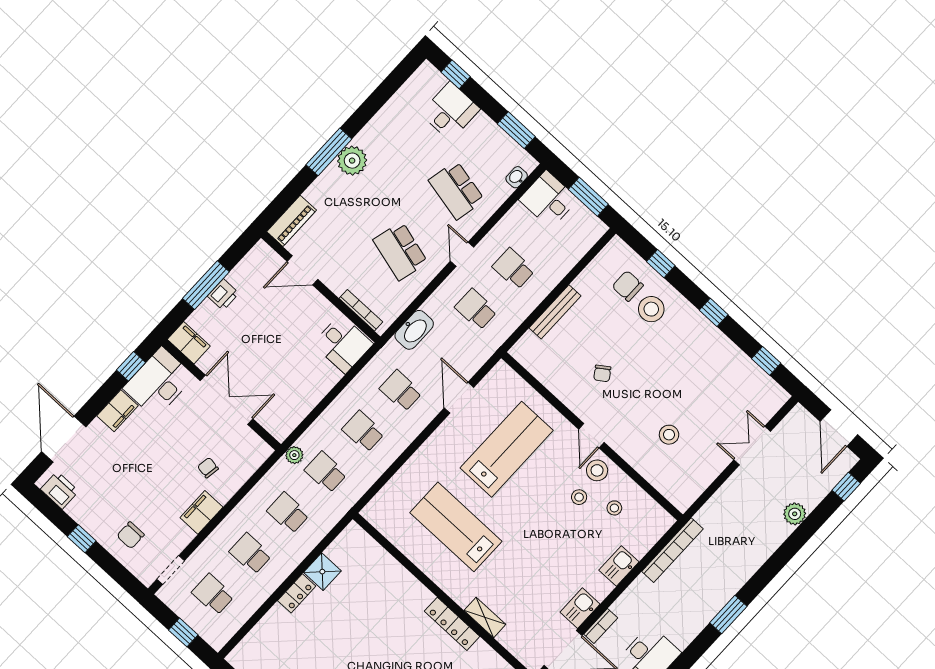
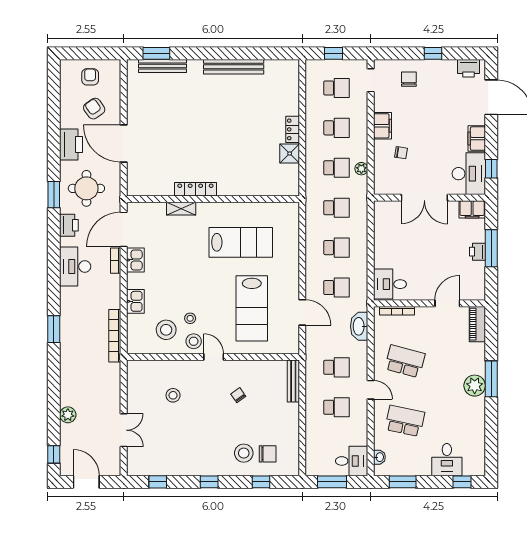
bench: (555, 312) -> (293, 381), moved
plant: (294, 455) -> (361, 169), moved
stool: (614, 508) -> (166, 330), width x1.89, depth x1.89

